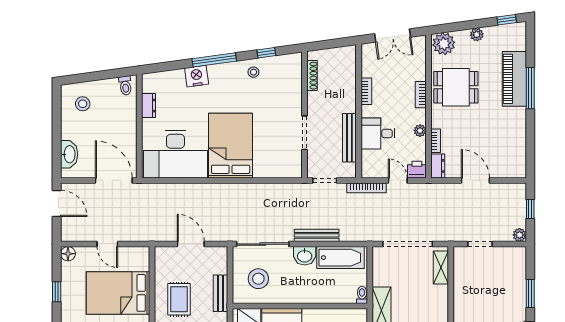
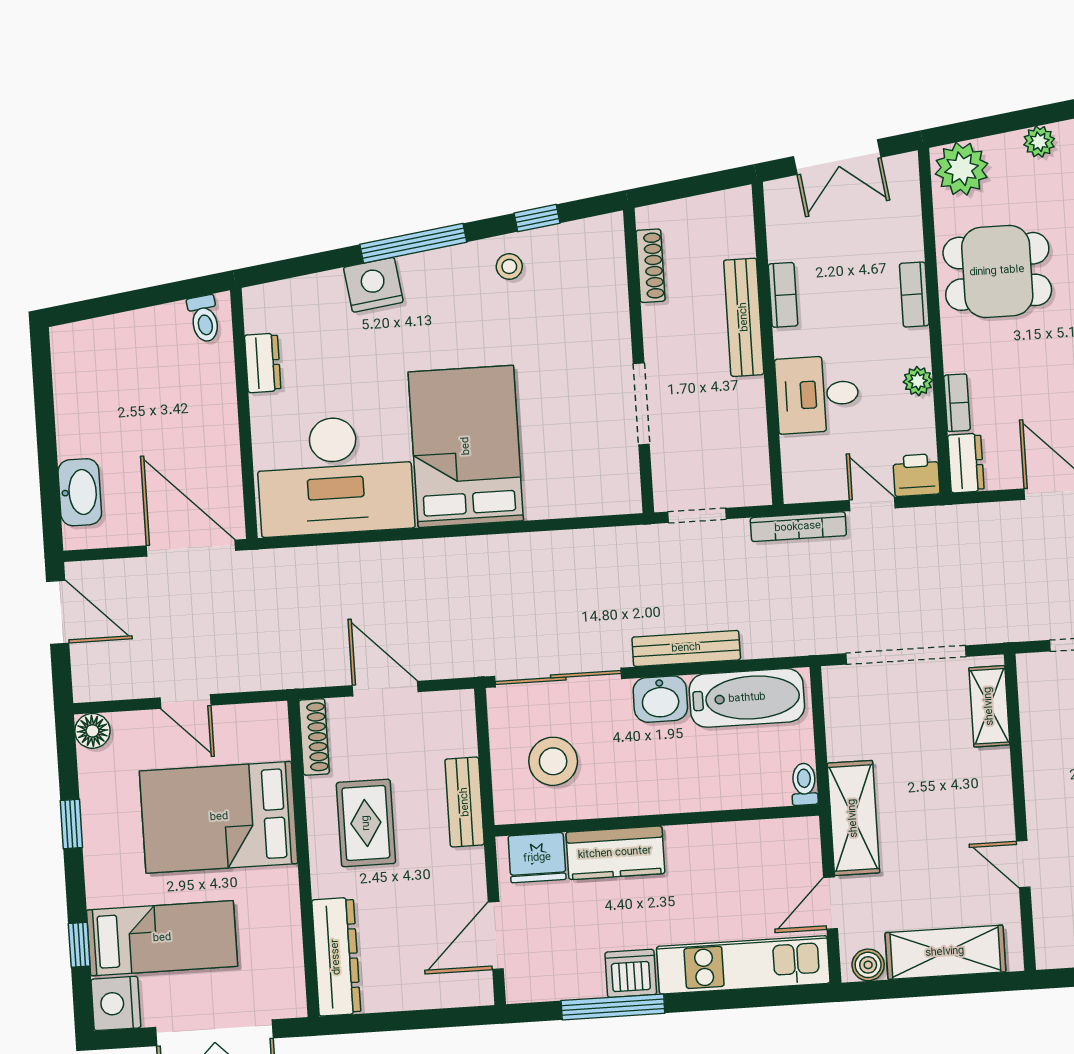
stool: (83, 104) -> (104, 369), removed
bench: (349, 138) -> (744, 317), moved
shoe rack: (160, 262) -> (314, 737), added

